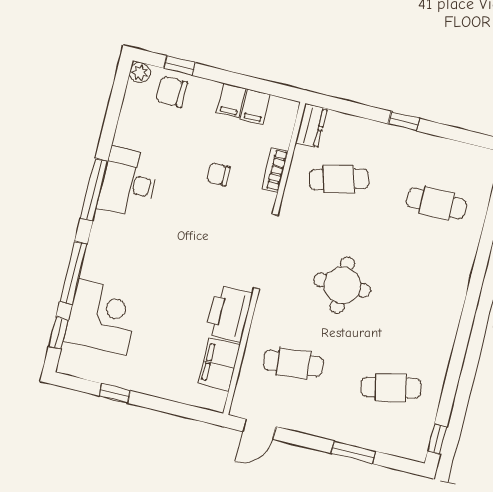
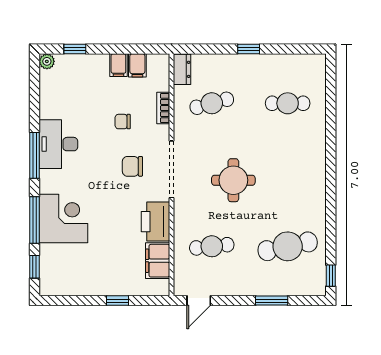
chair: (172, 92) -> (132, 166), moved
corner desk: (102, 317) -> (63, 219), moved
cafe table: (391, 388) -> (288, 246), width x1.37, depth x1.35
window: (115, 393) -> (117, 301), moved

